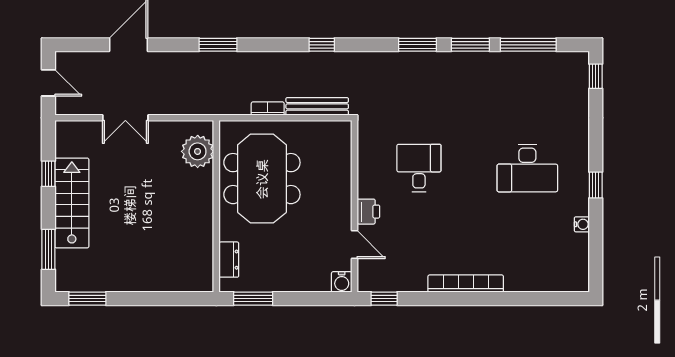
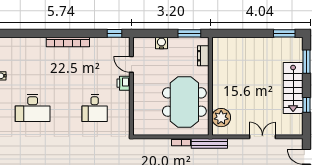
bench: (317, 106) -> (209, 143), moved
desk: (527, 168) -> (33, 108), turned 180
water cooler: (342, 282) -> (161, 43), moved

